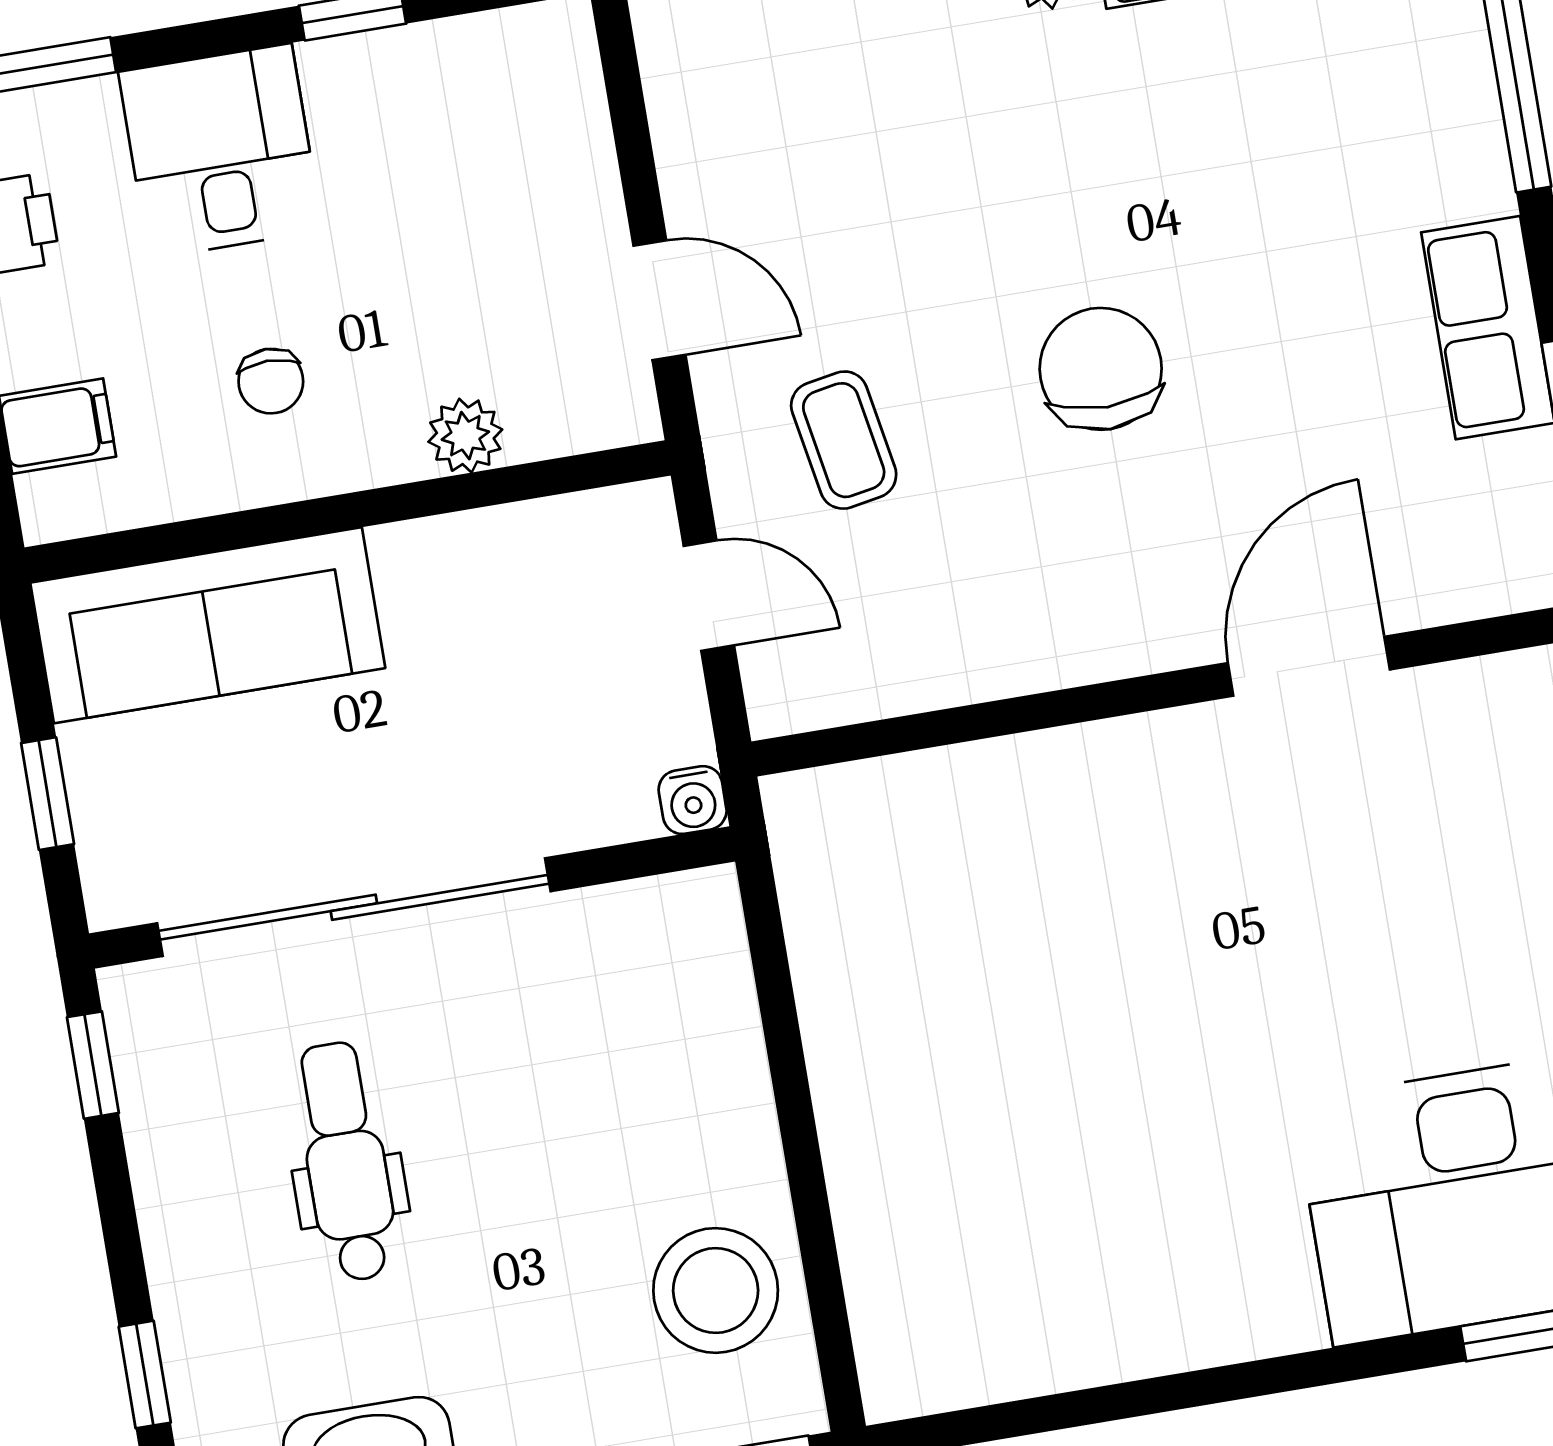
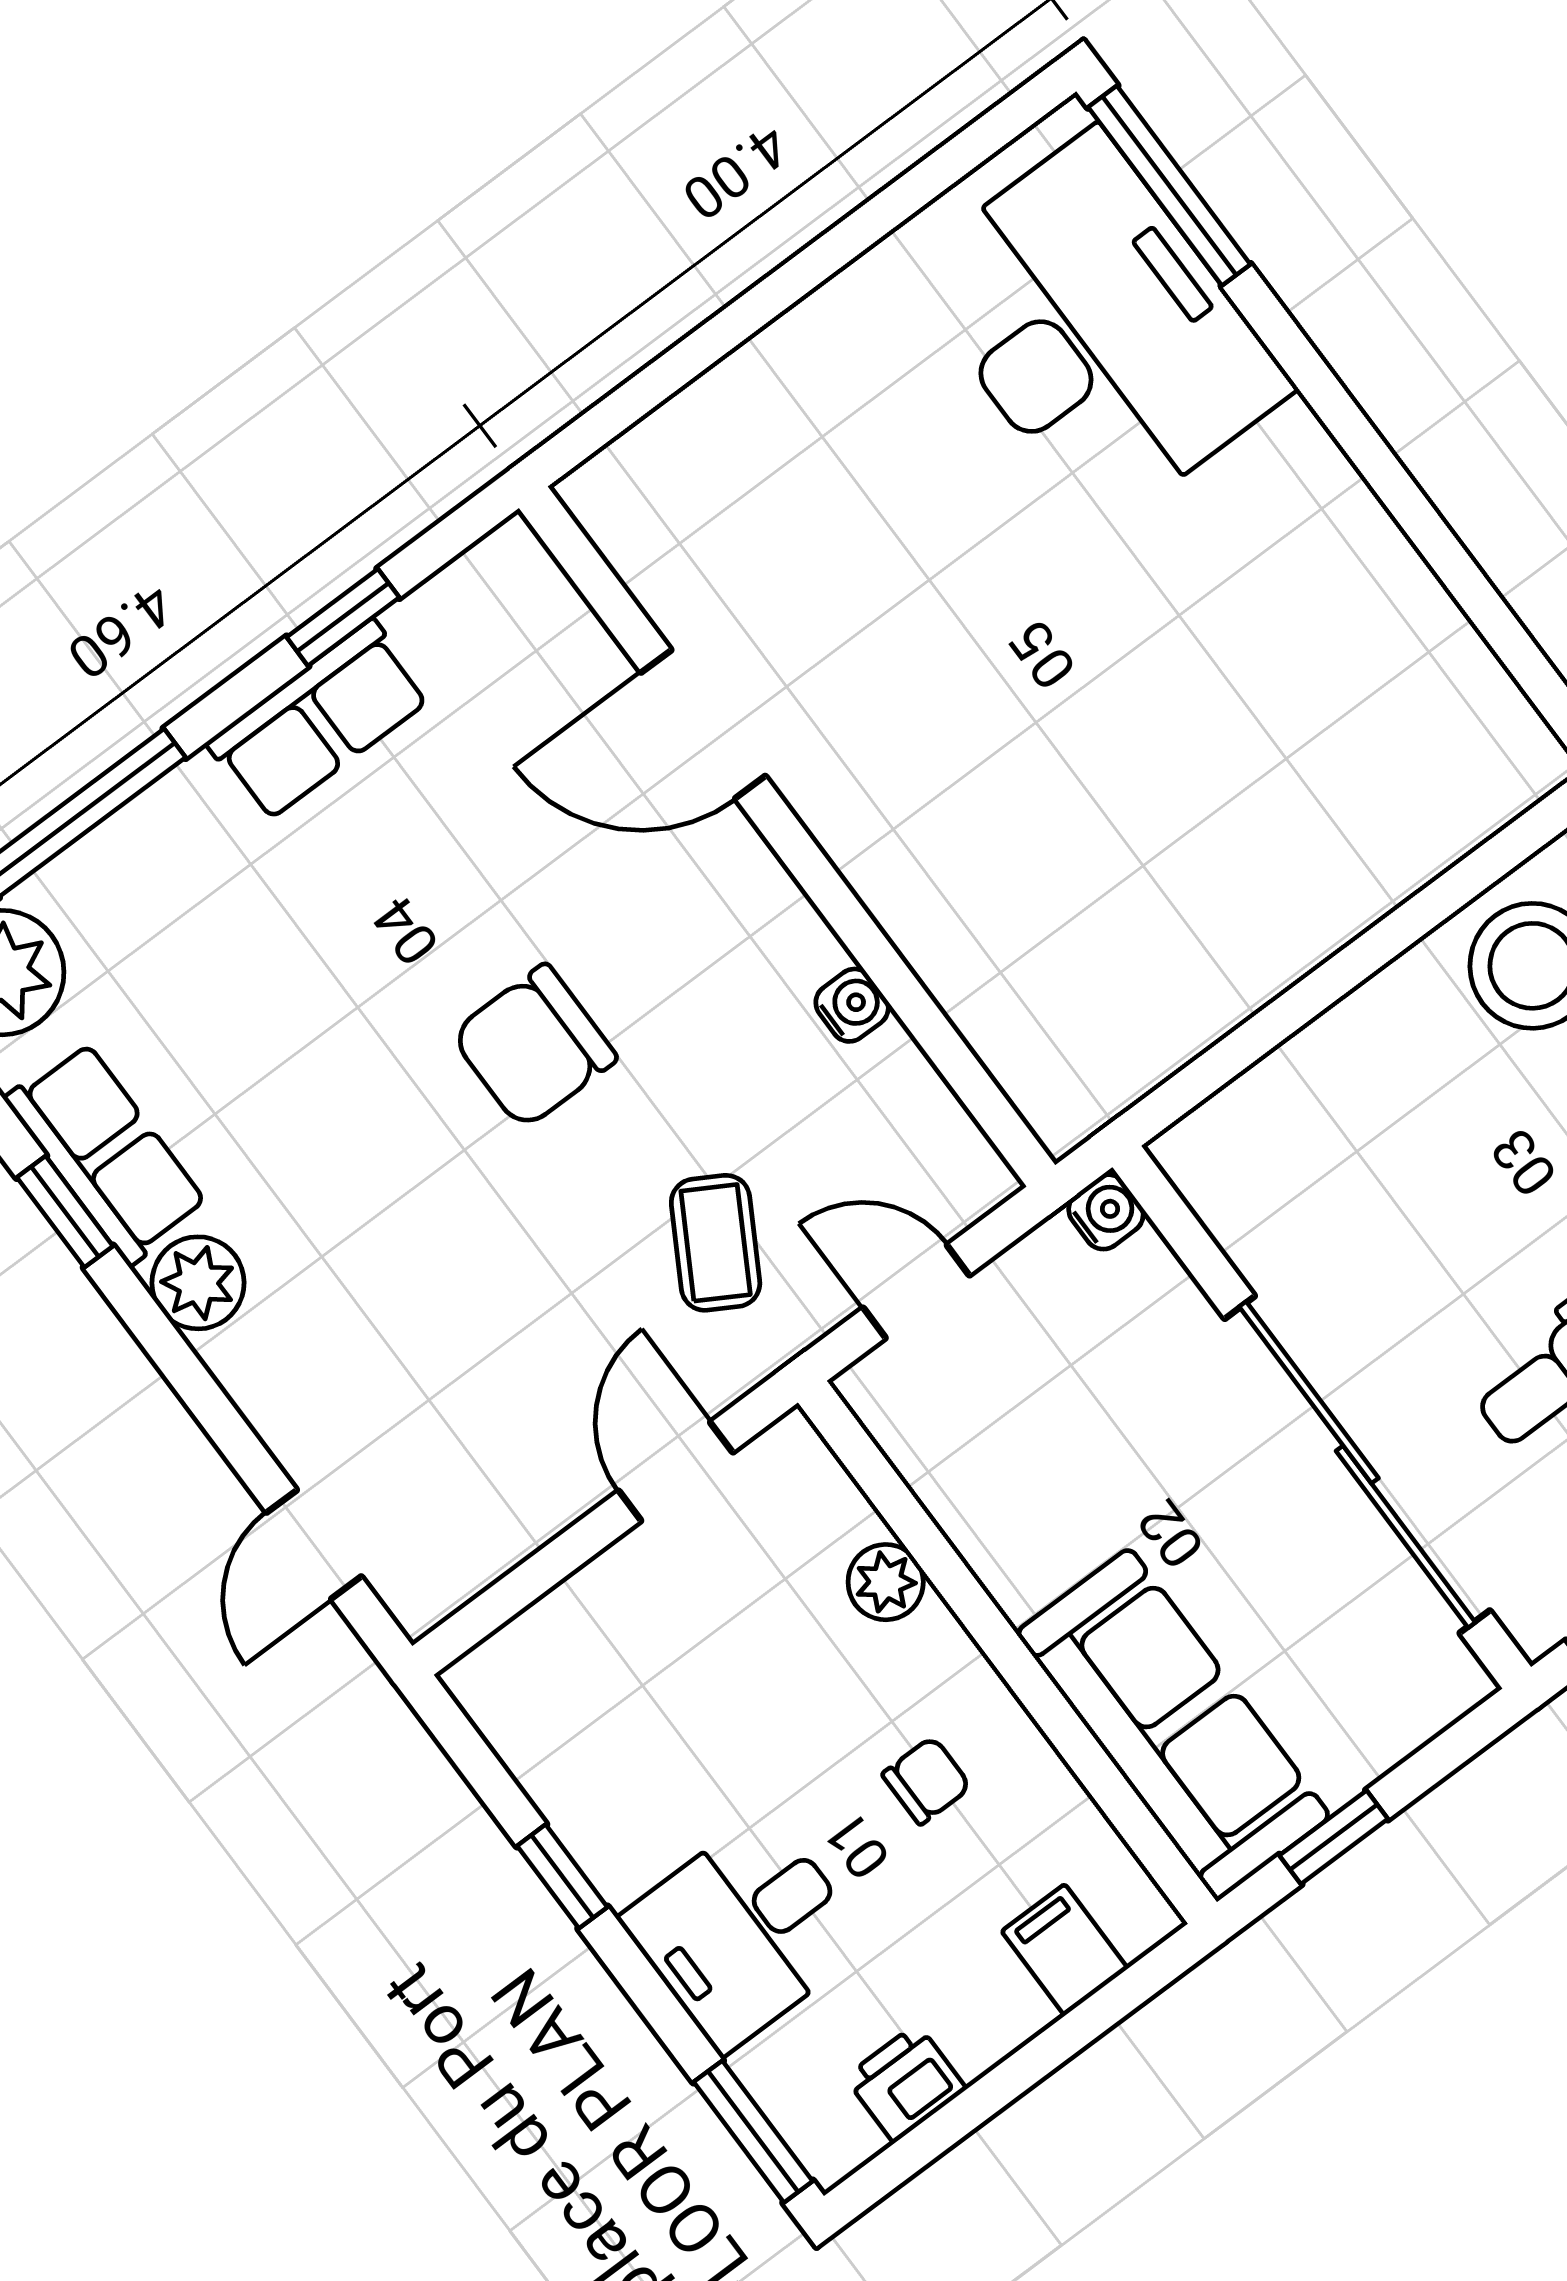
coffee table: (844, 440) -> (716, 1243), turned -50
door: (709, 596) -> (916, 1291), hinge flipped
water cooler: (992, 670) -> (852, 1005), added
window: (48, 794) -> (1334, 1837), moved

